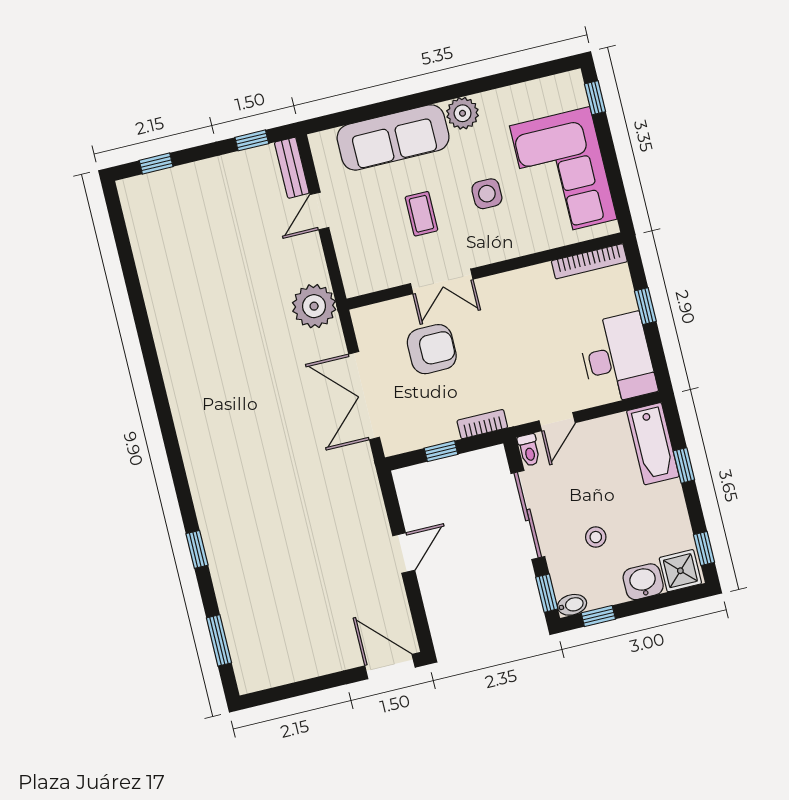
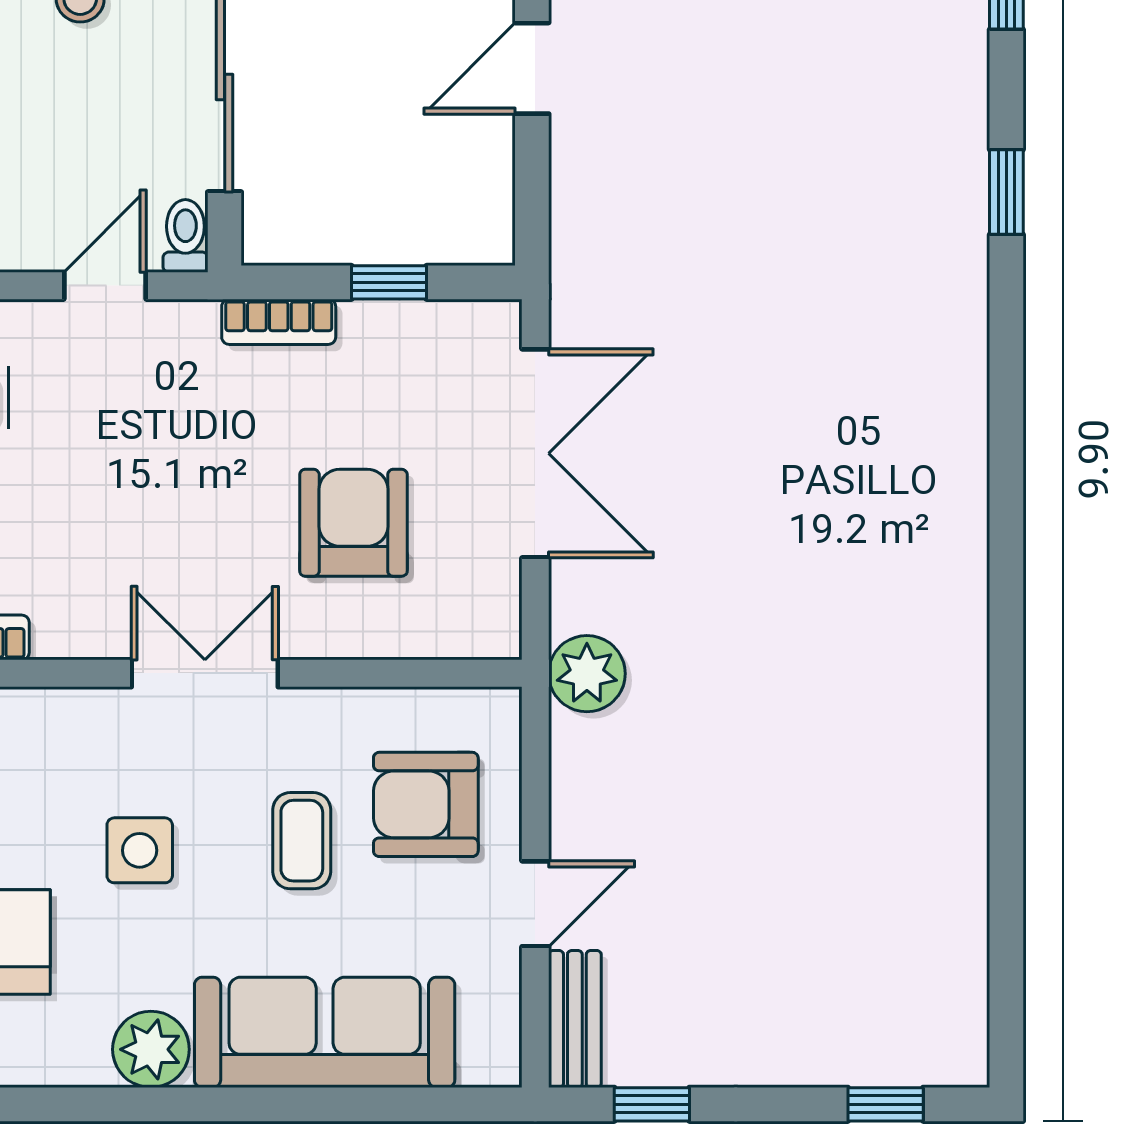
armchair: (374, 241) -> (426, 804), added
double door: (442, 281) -> (205, 673), moved
plant: (314, 306) -> (587, 674), width x0.73, depth x0.73
armchair: (432, 349) -> (353, 523), turned 90

